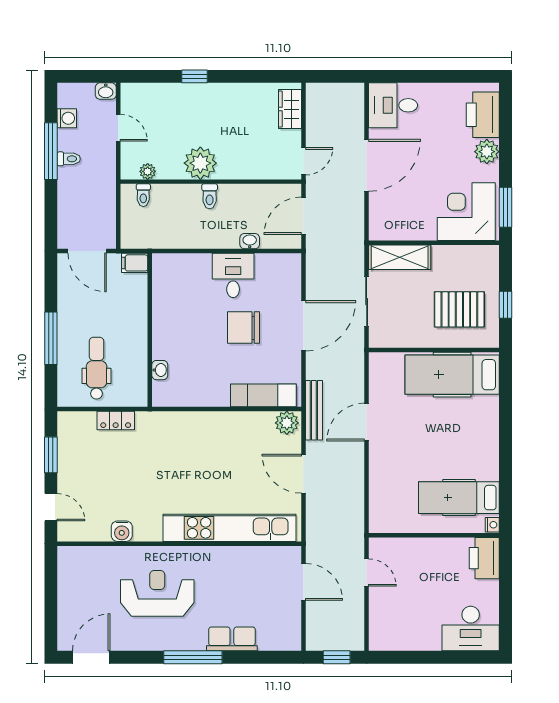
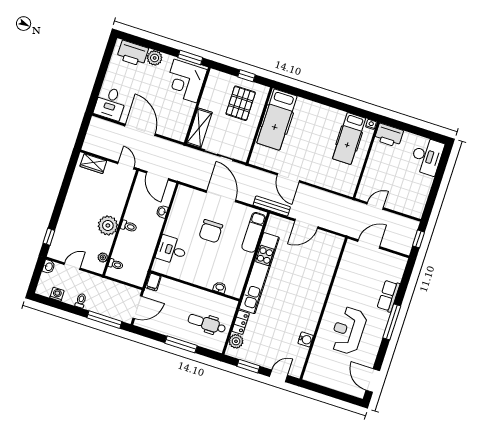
window: (195, 76) -> (49, 237), moved
window: (51, 151) -> (104, 320), moved
desk: (233, 275) -> (172, 250), moved
plant: (287, 423) -> (236, 341), moved
kitchen unit: (230, 528) -> (259, 273), moved, turned 180

